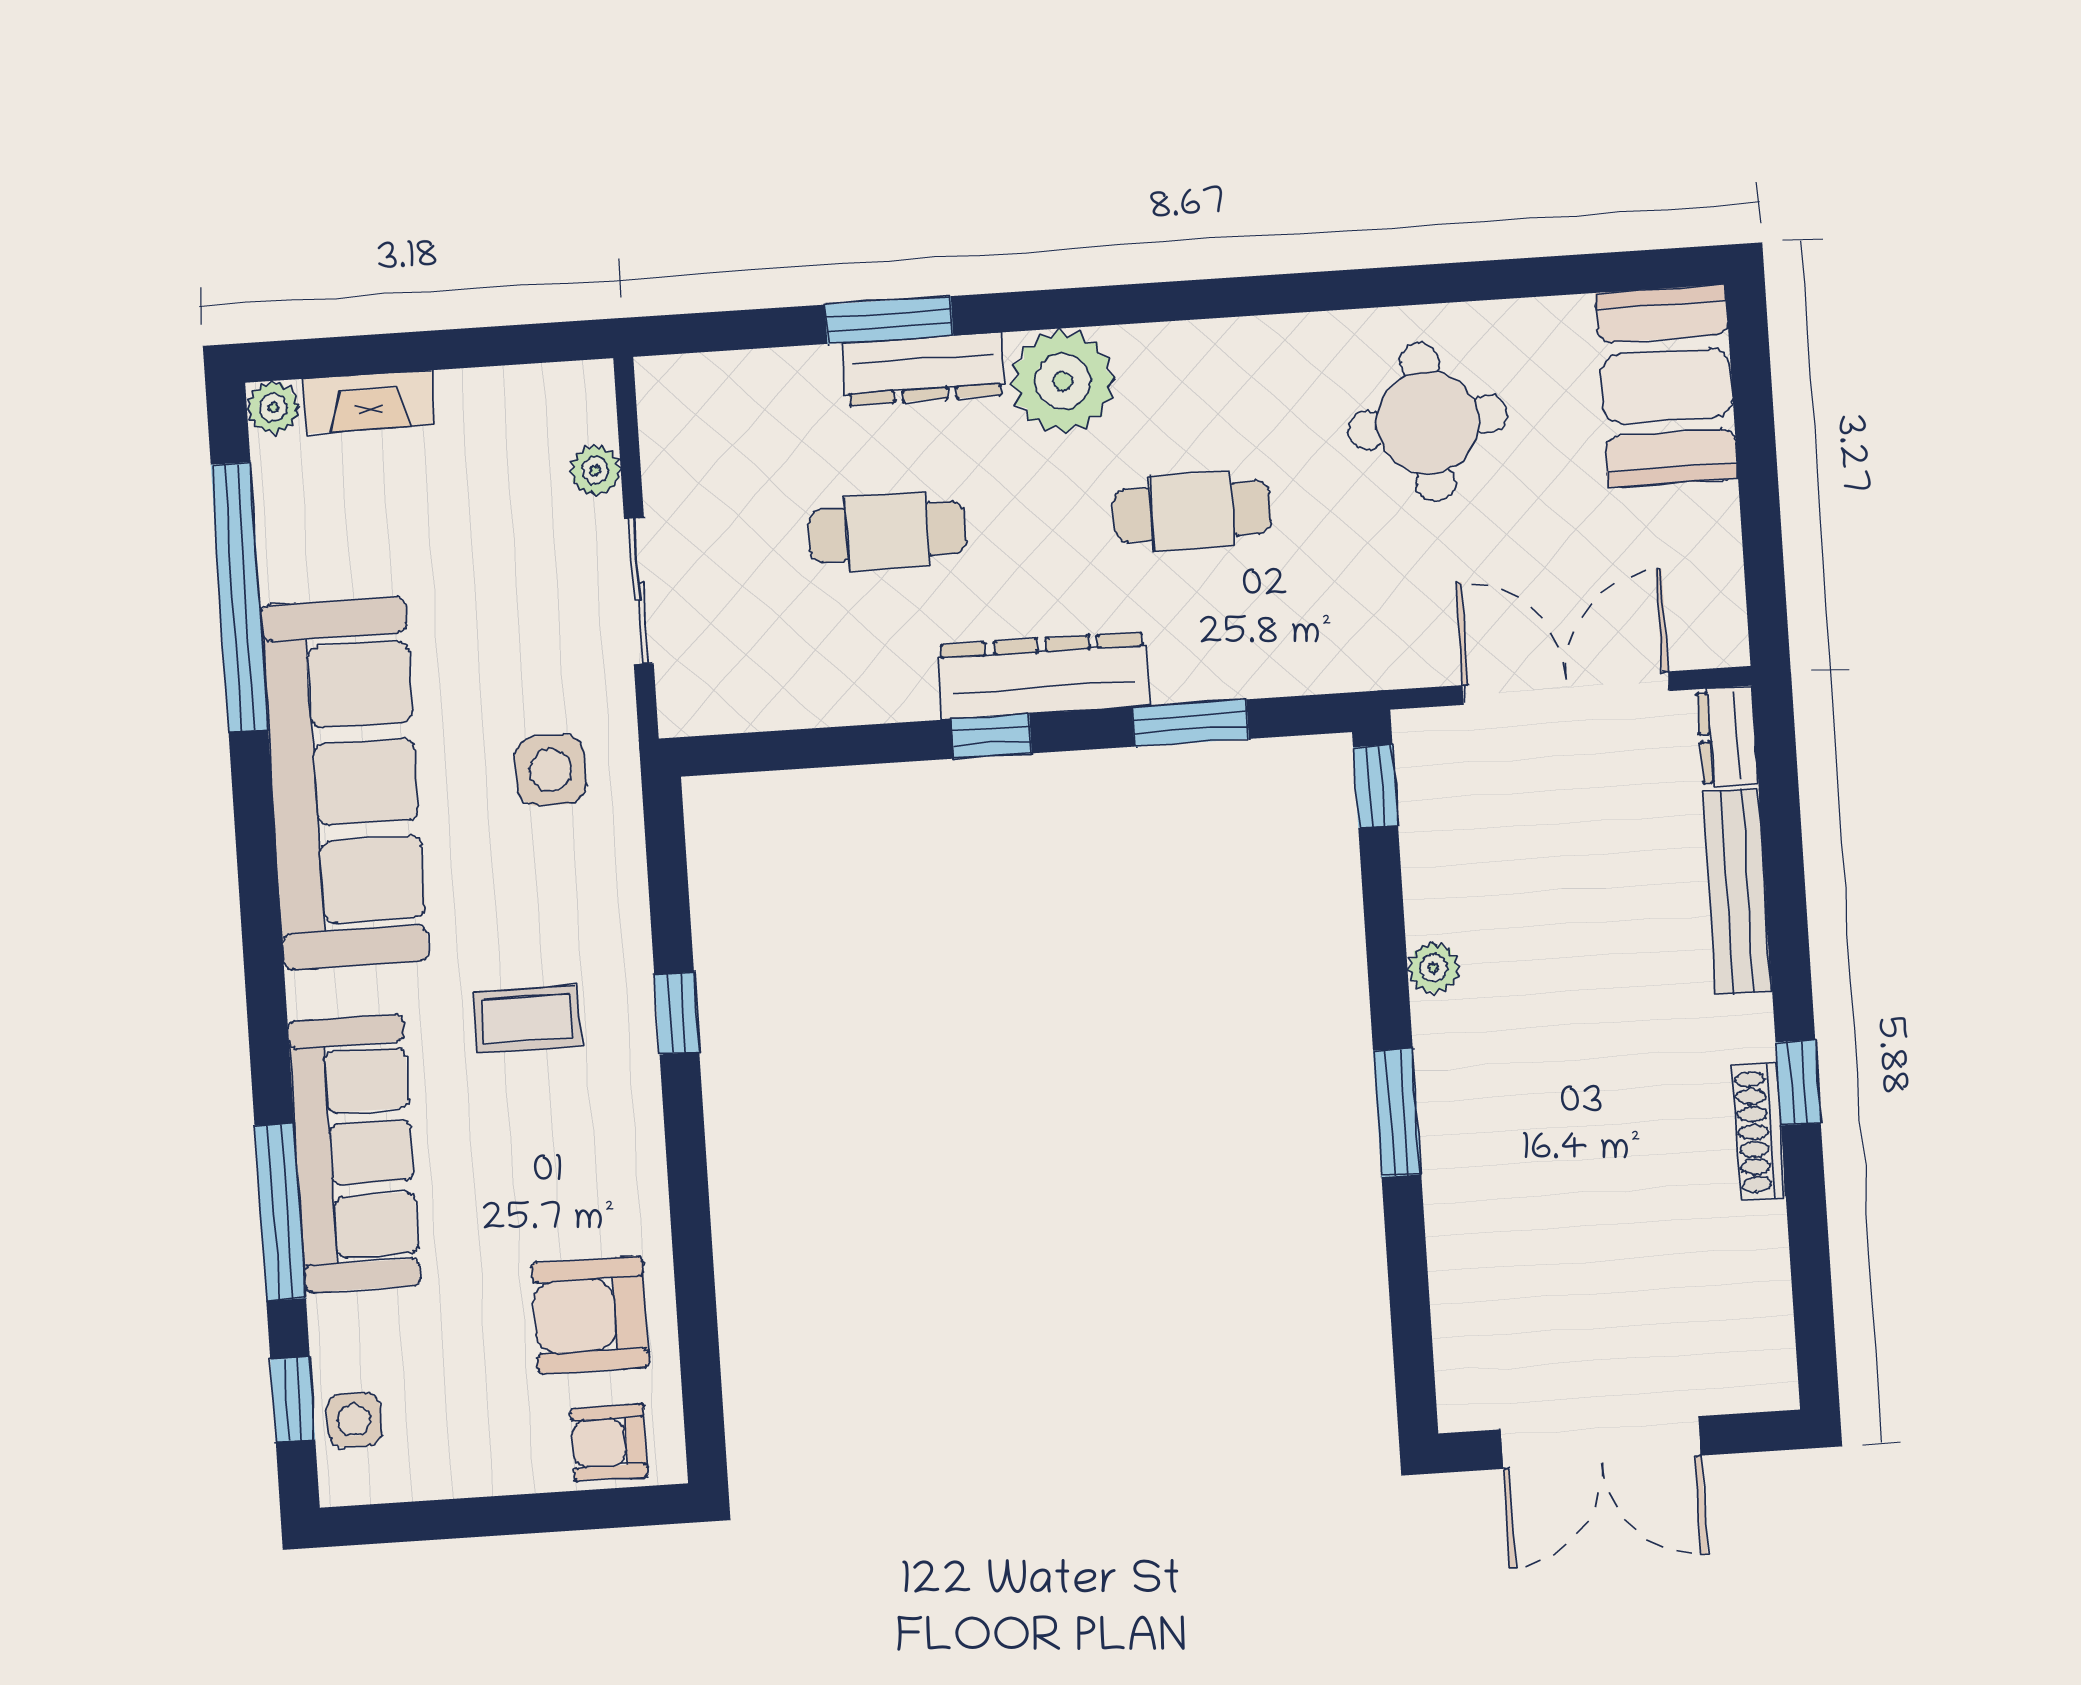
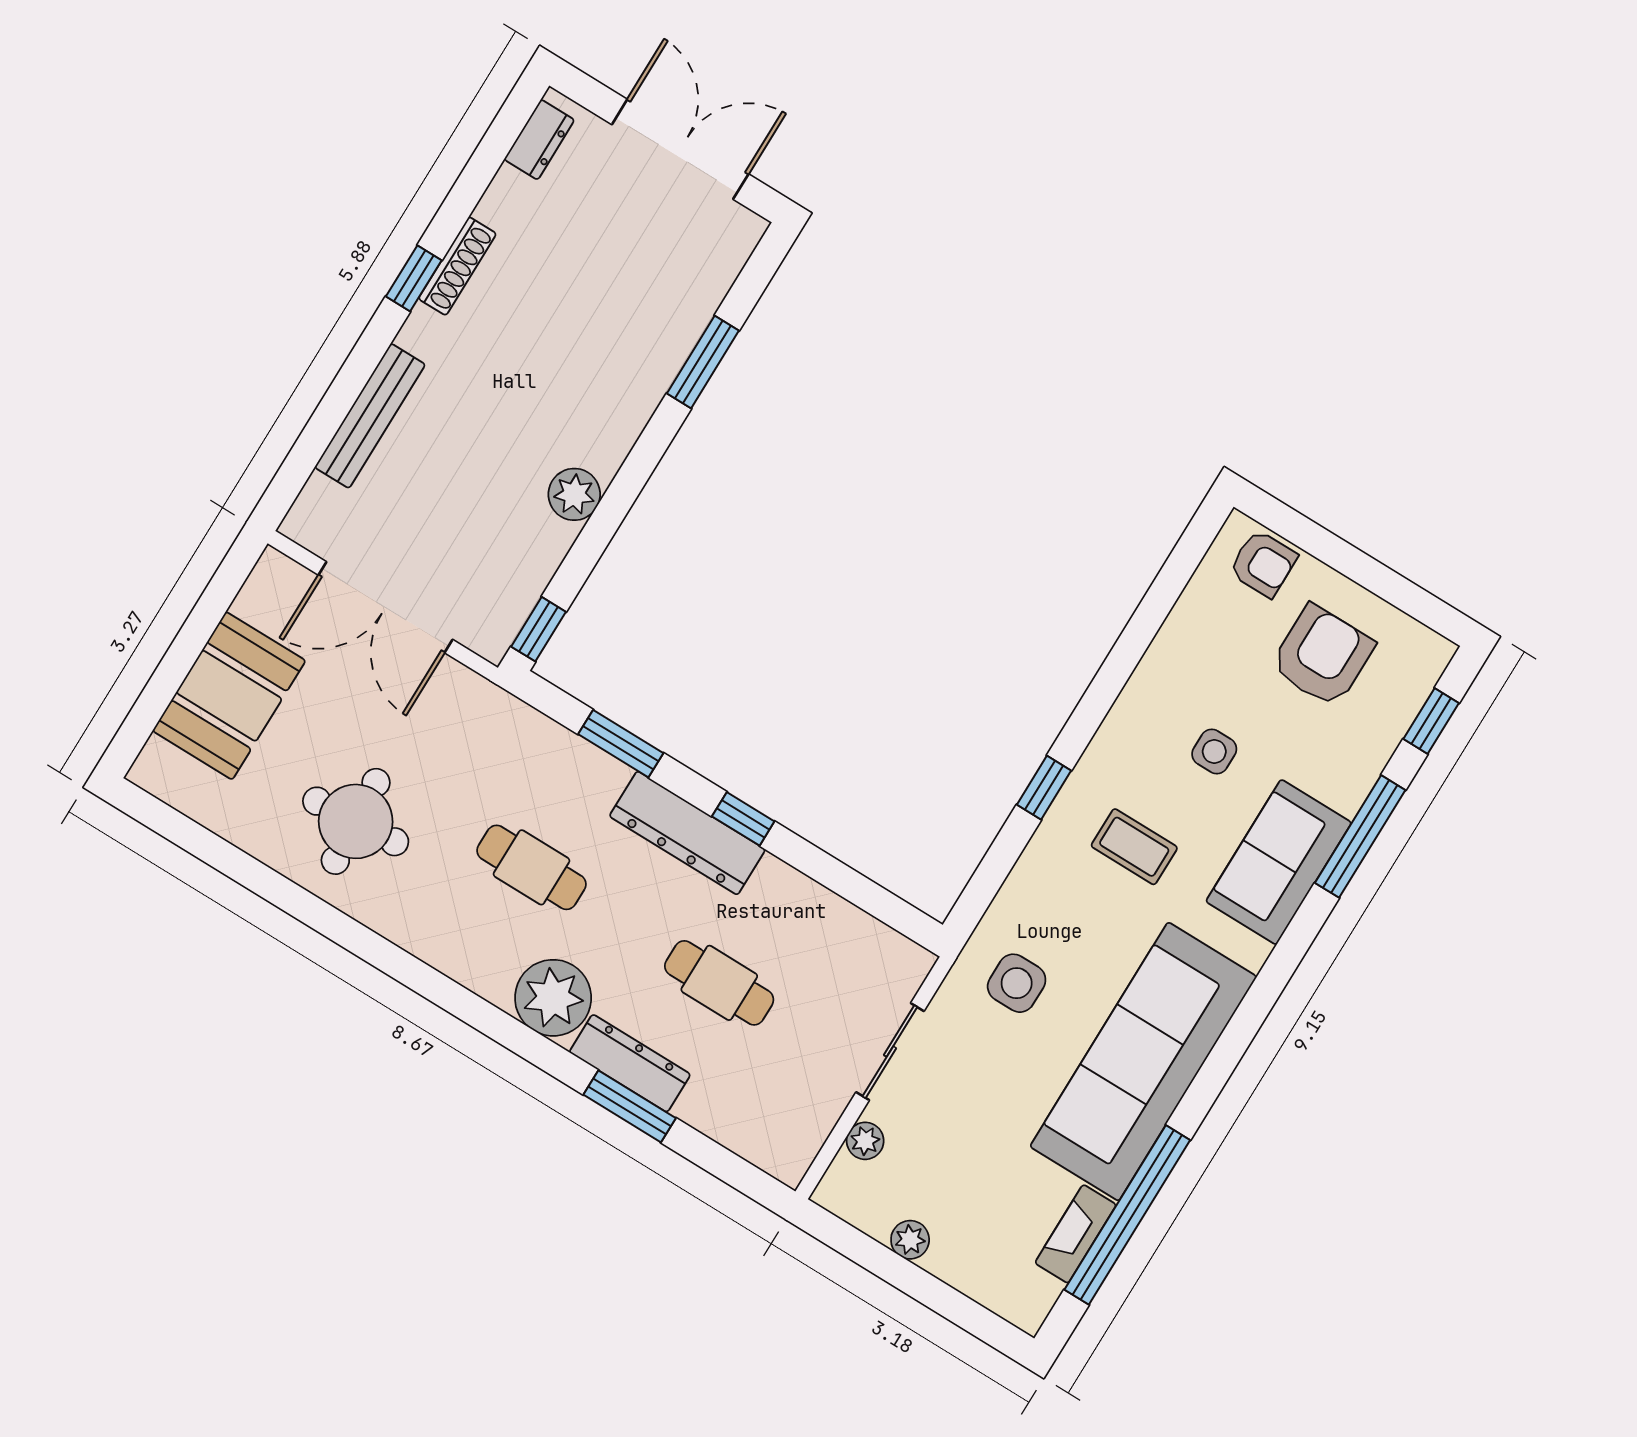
booth: (1667, 386) -> (229, 696), moved
fireplace: (369, 402) -> (1076, 1234), moved, turned -90
plant: (273, 407) -> (910, 1240), moved
dresser: (1728, 737) -> (539, 140), moved
plant: (1434, 968) -> (574, 494), width x1.38, depth x1.38
window: (1397, 1113) -> (703, 362), moved
sofa: (354, 1154) -> (1279, 862), width x0.73
armchair: (590, 1315) -> (1322, 656), moved, turned -90
side table: (354, 1420) -> (1214, 752), moved

